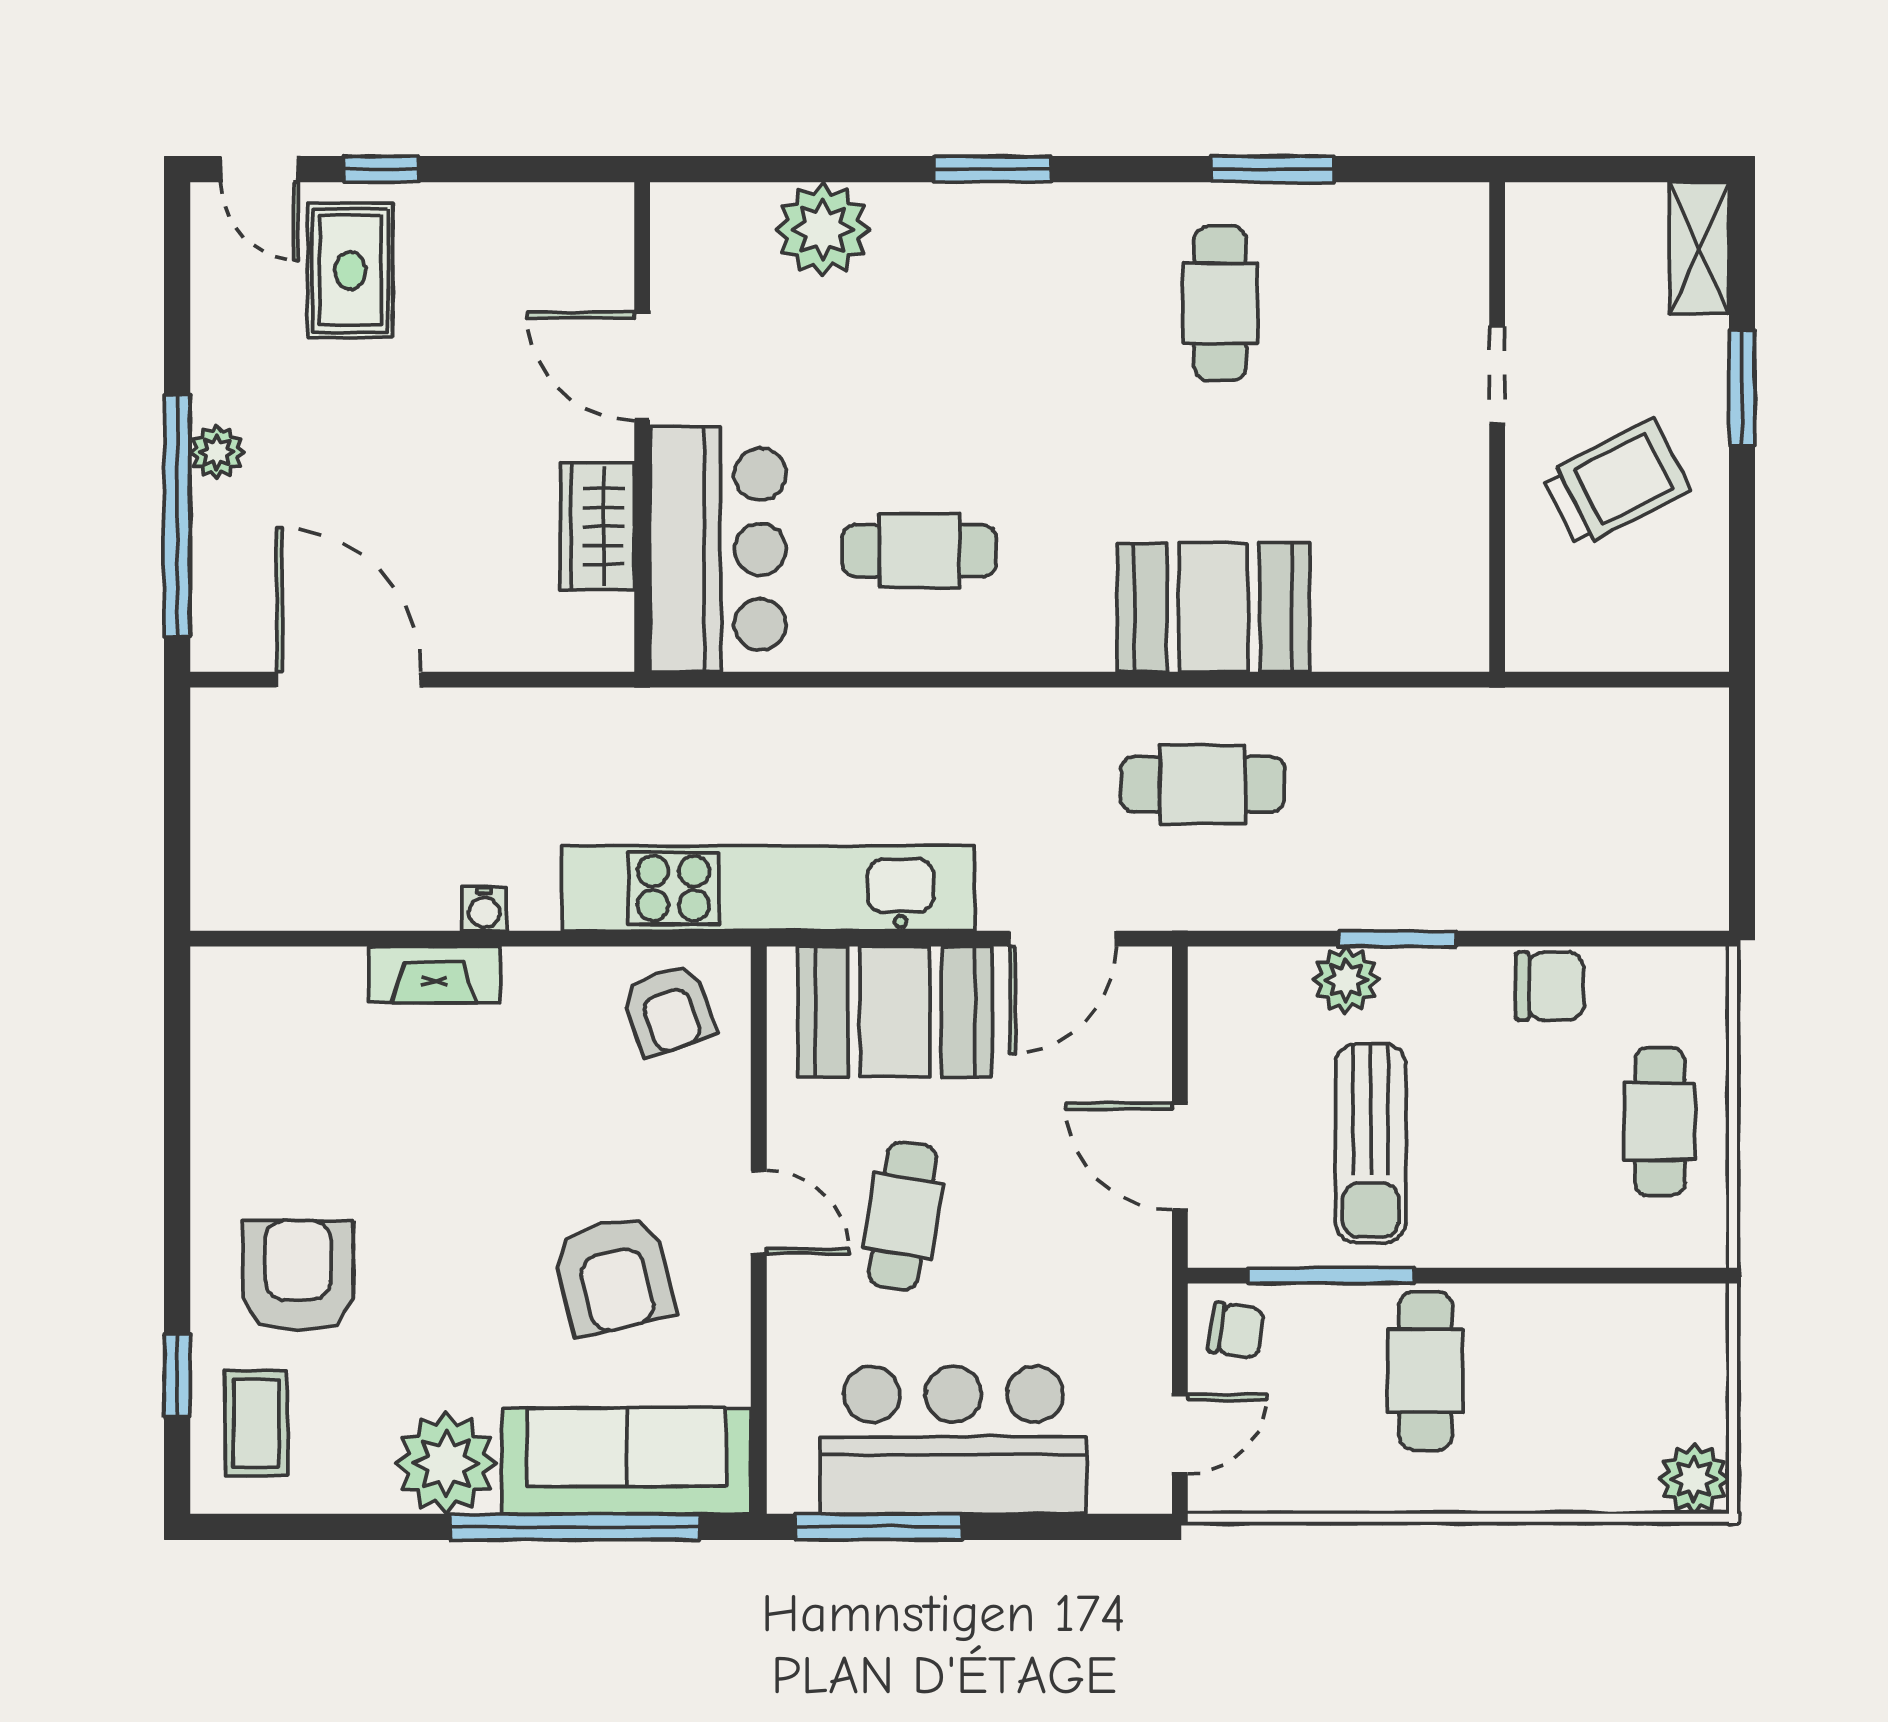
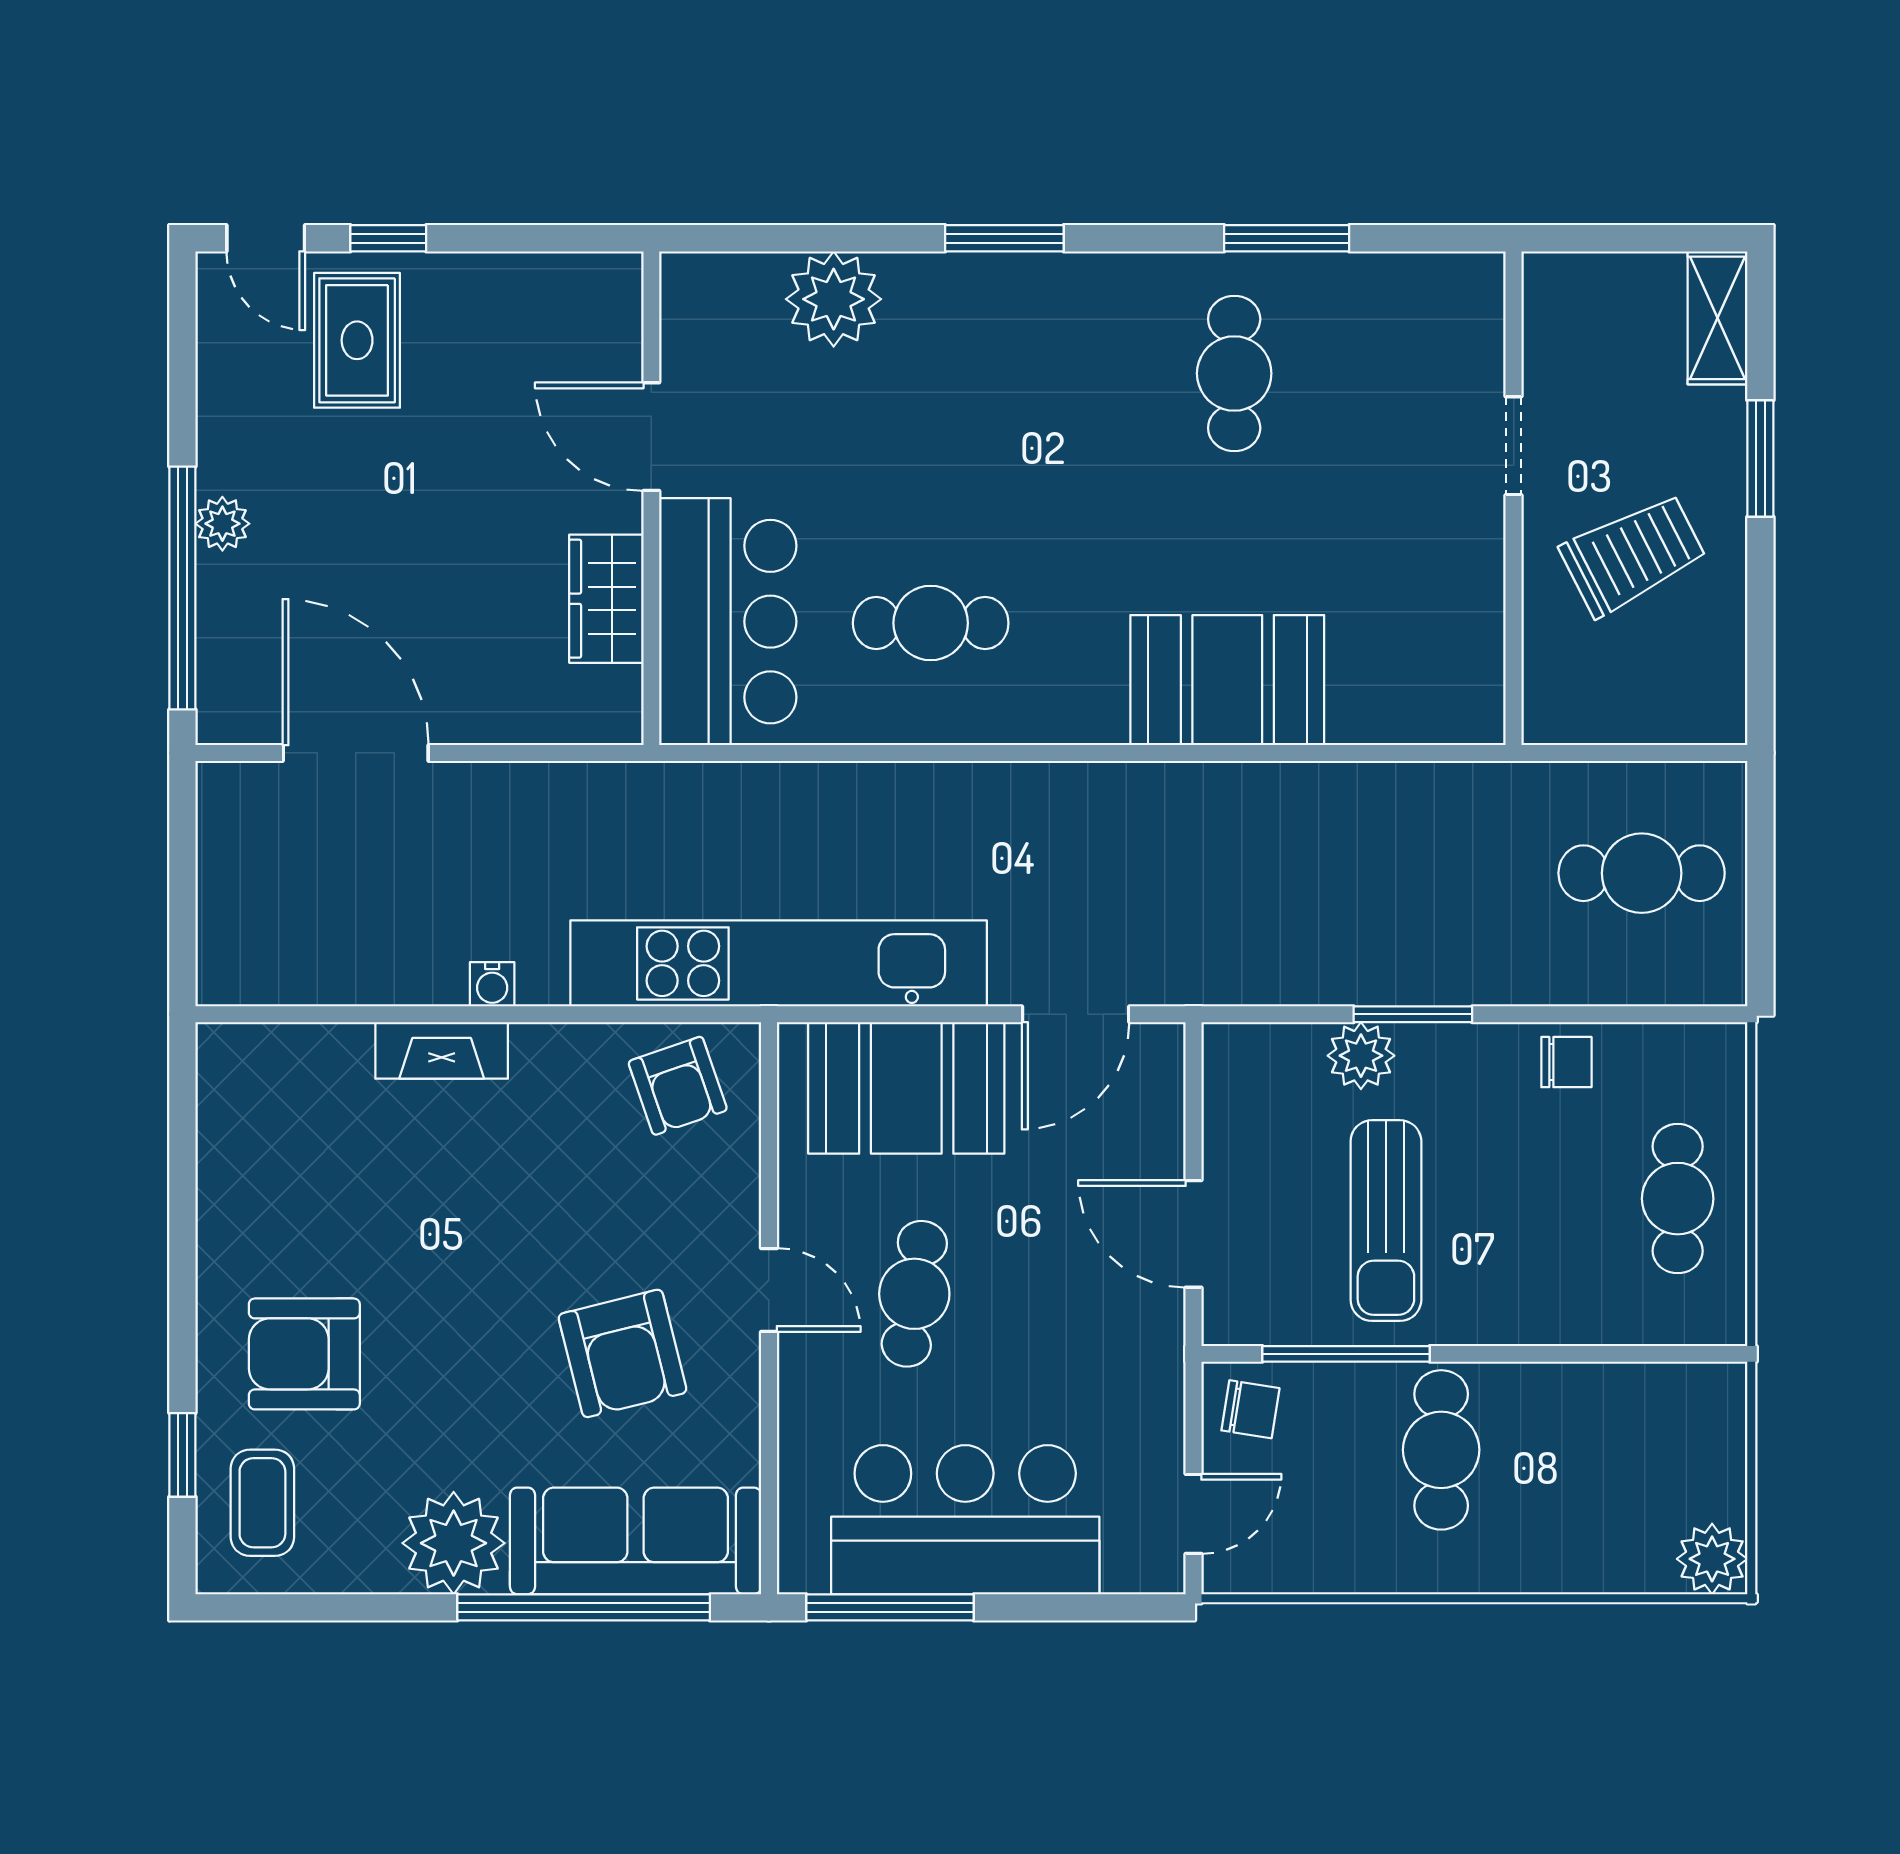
cafe table: (1203, 784) -> (1642, 873), moved
chair: (1550, 986) -> (1566, 1062), width x0.73, depth x0.73
armchair: (298, 1276) -> (304, 1354), turned -90

